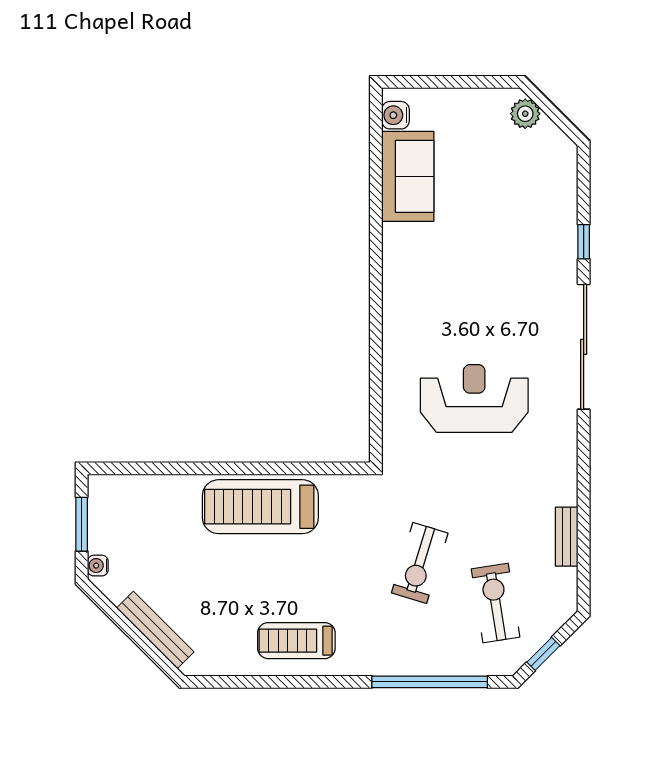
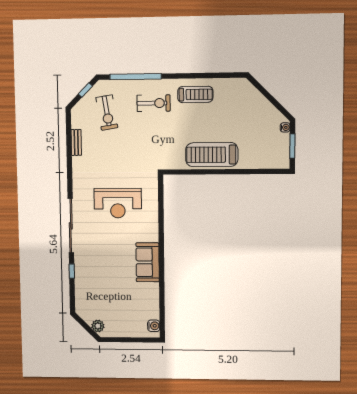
sofa: (408, 176) -> (148, 262), moved
treadmill: (260, 507) -> (212, 155), turned 180
exercise bike: (420, 563) -> (154, 103), moved, turned 73
bench: (155, 630) -> (259, 98), removed

